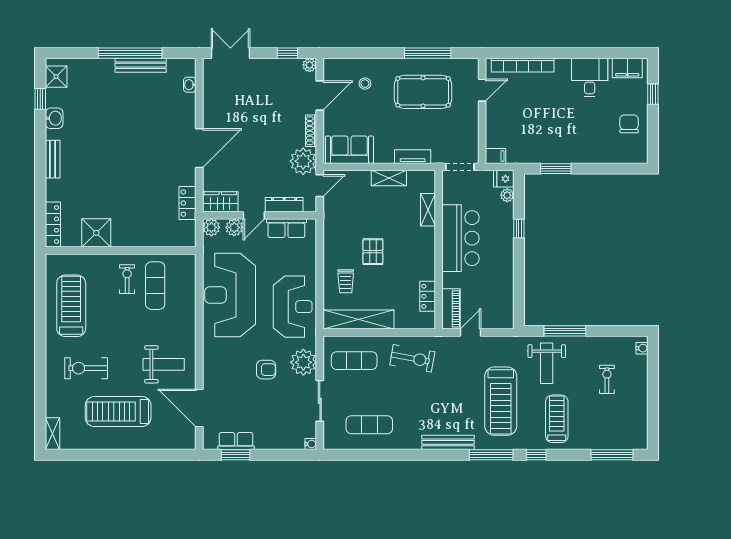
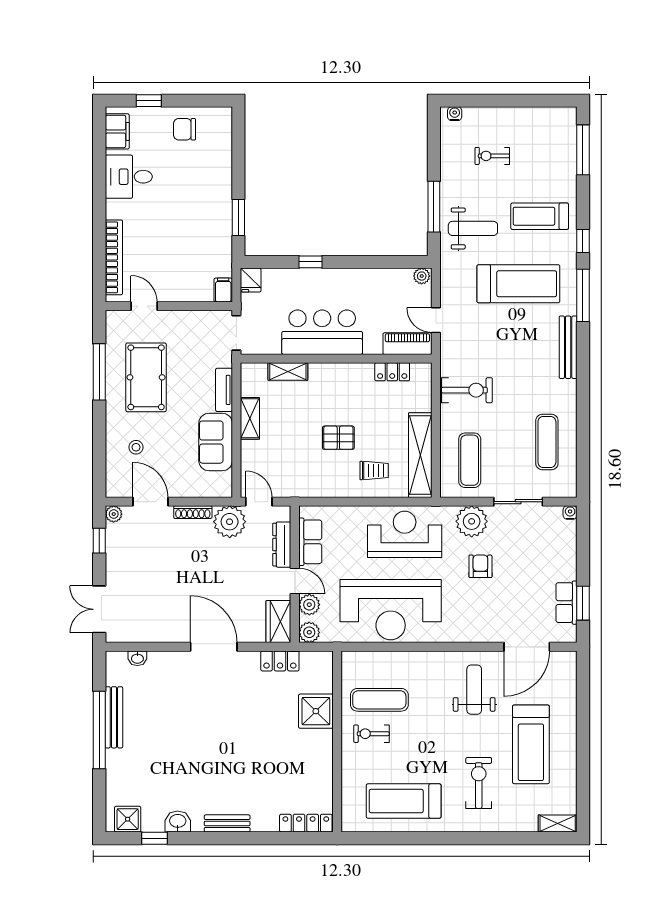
sofa: (350, 150) -> (216, 442), moved
plant: (507, 195) -> (422, 276), moved
shower: (96, 233) -> (316, 711), moved
exercise bike: (412, 358) -> (467, 390), turned 80
exercise bike: (86, 368) -> (479, 783), turned 180

